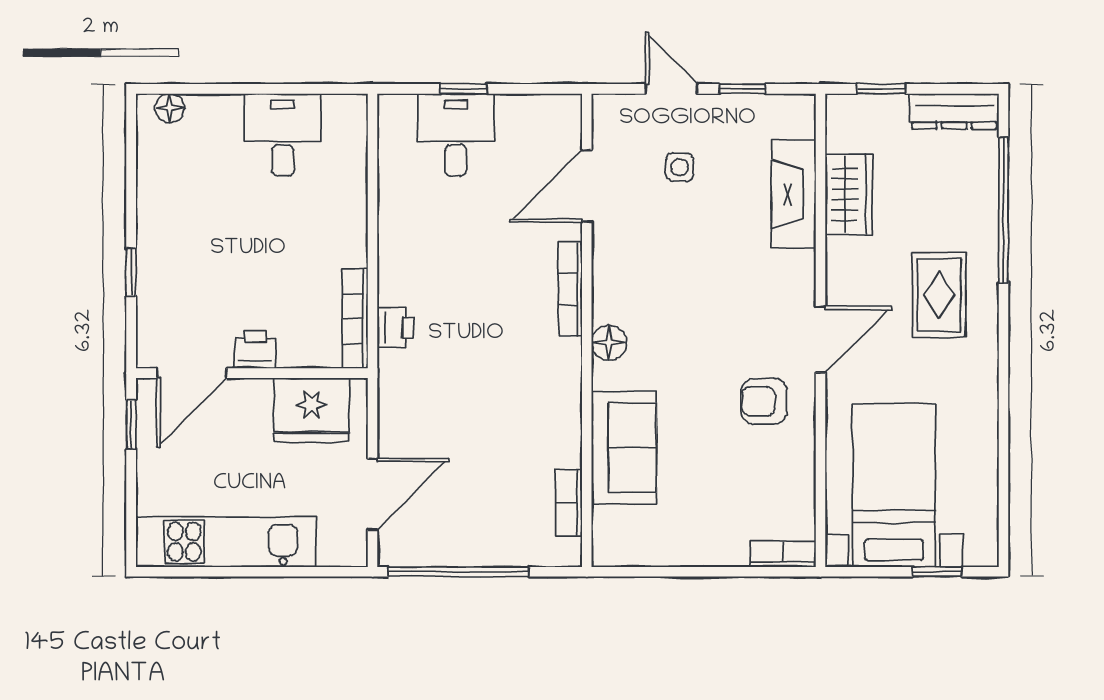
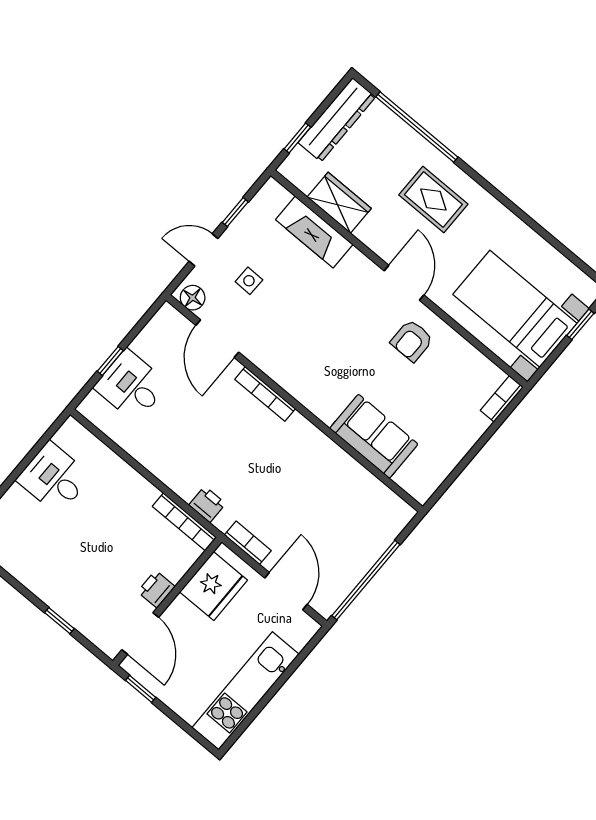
dresser: (954, 111) -> (337, 120), width x1.37, depth x1.24
floor lamp: (609, 343) -> (193, 298), moved
bookcase: (569, 503) -> (248, 543), moved, turned 180

